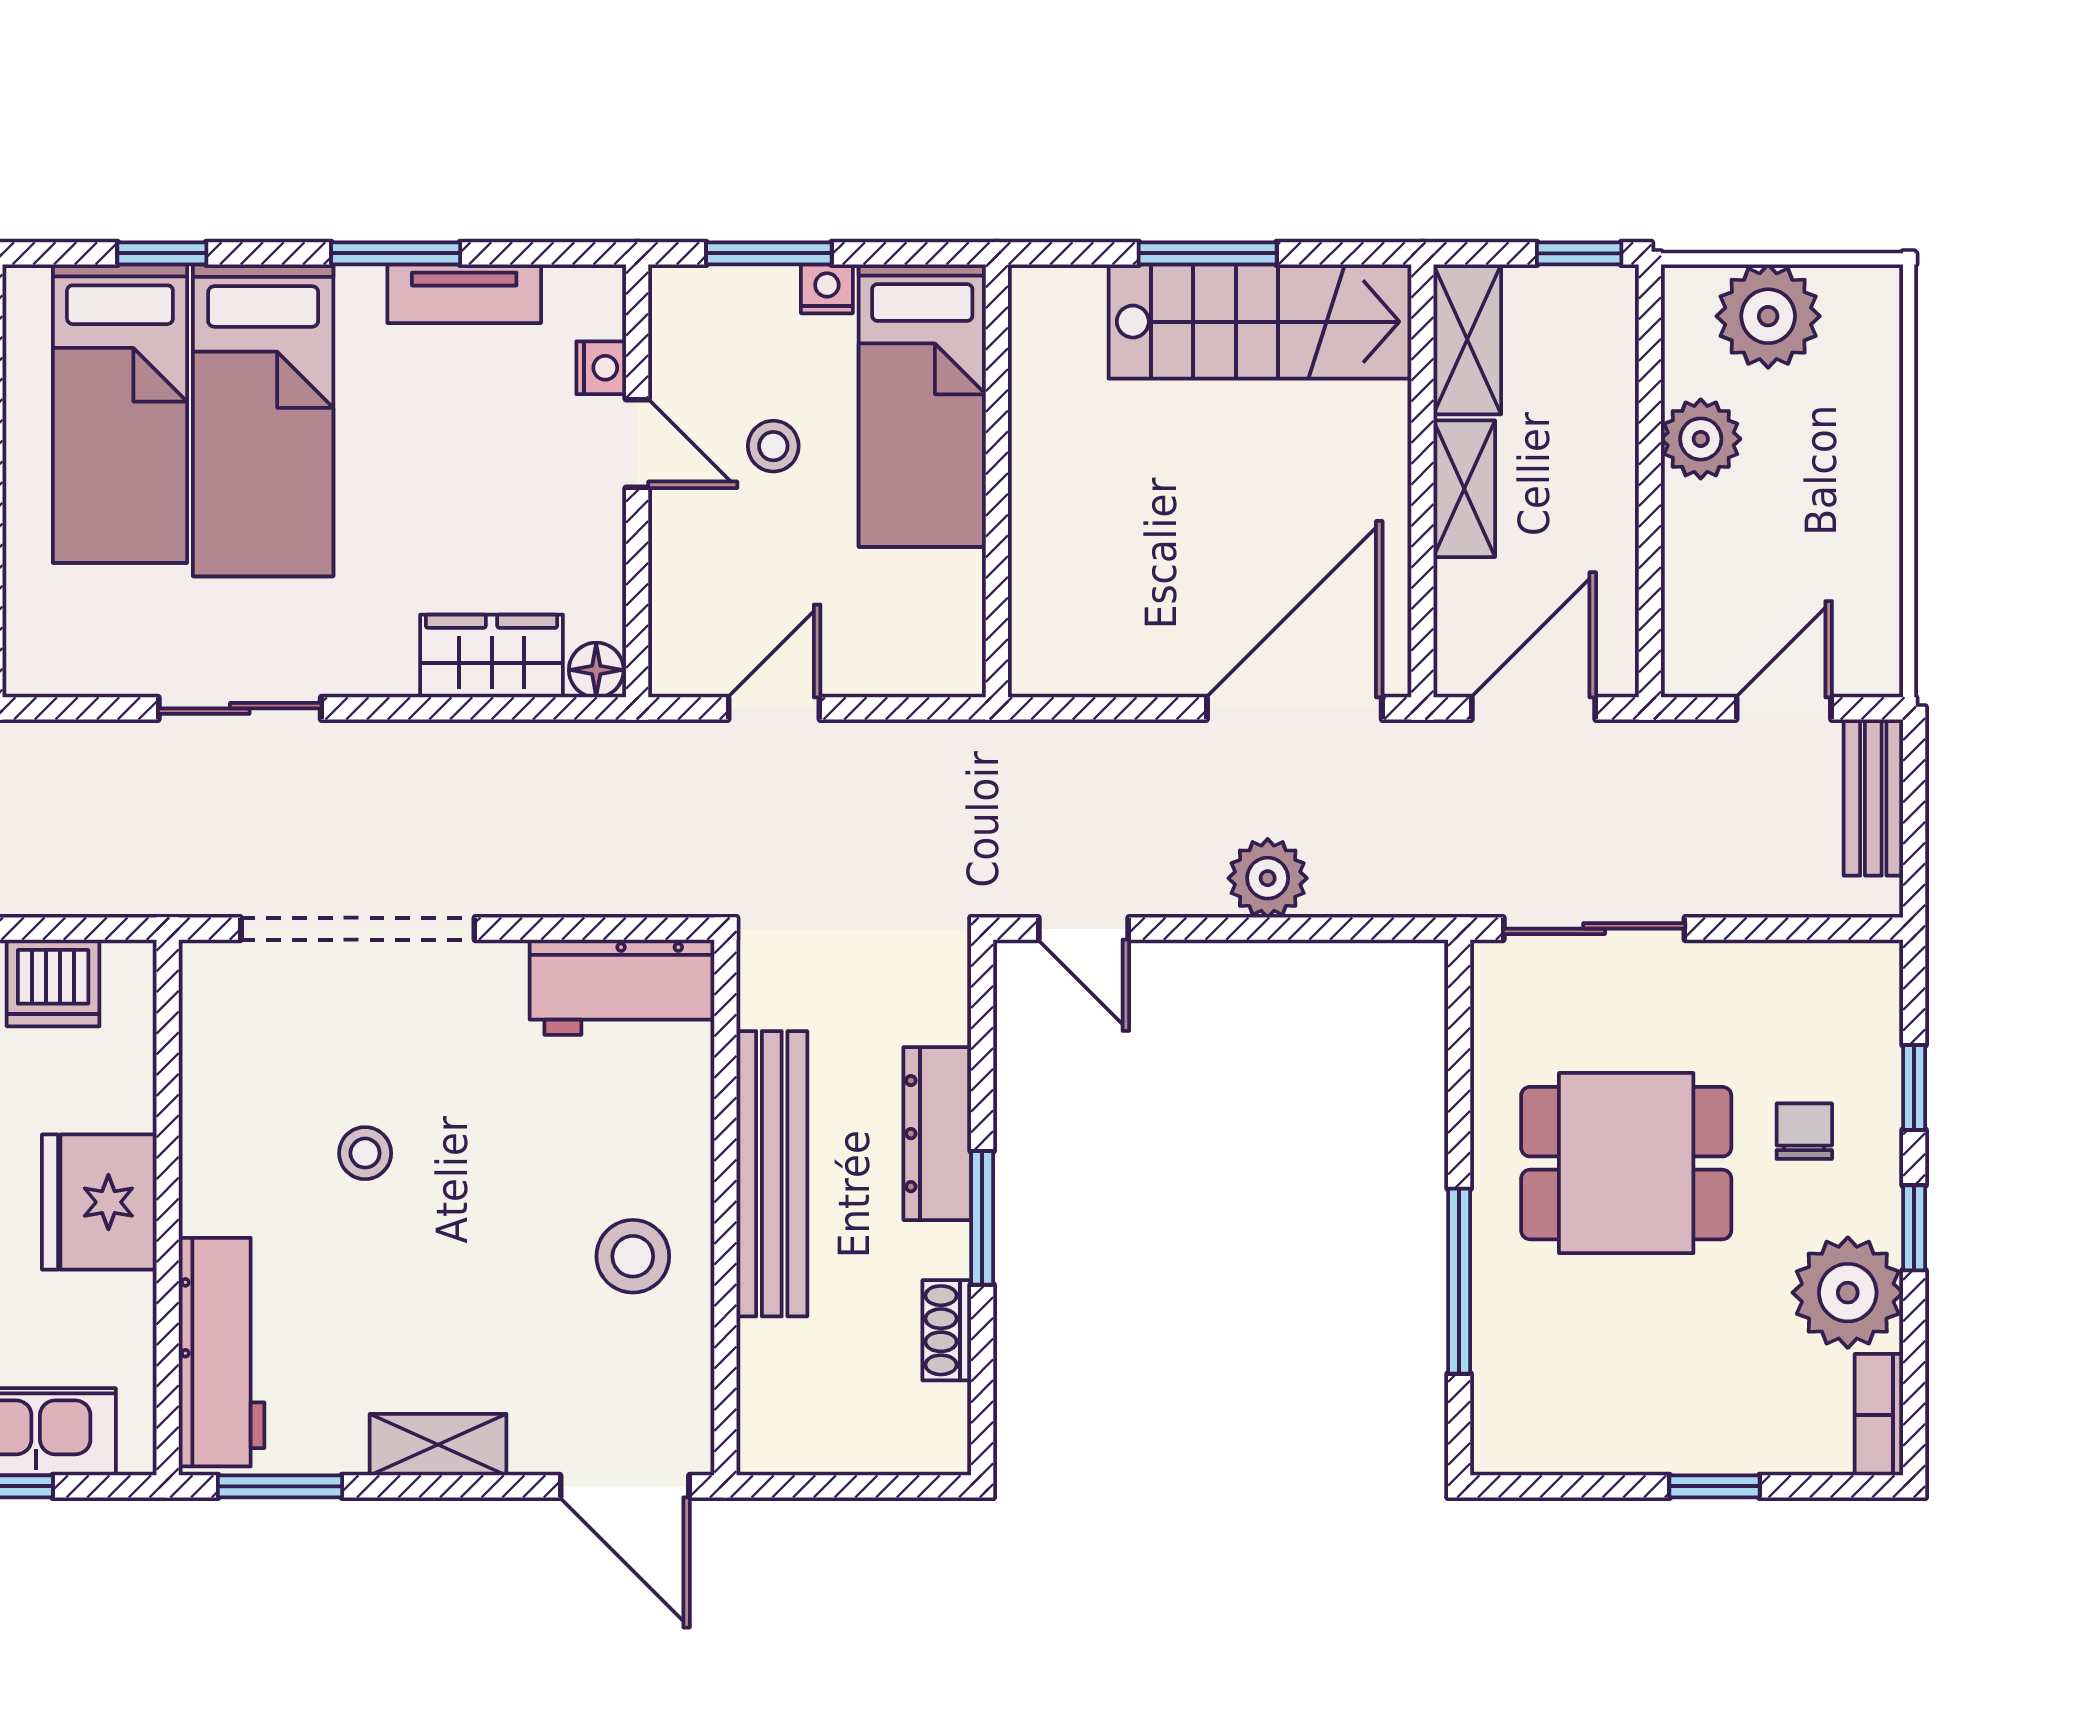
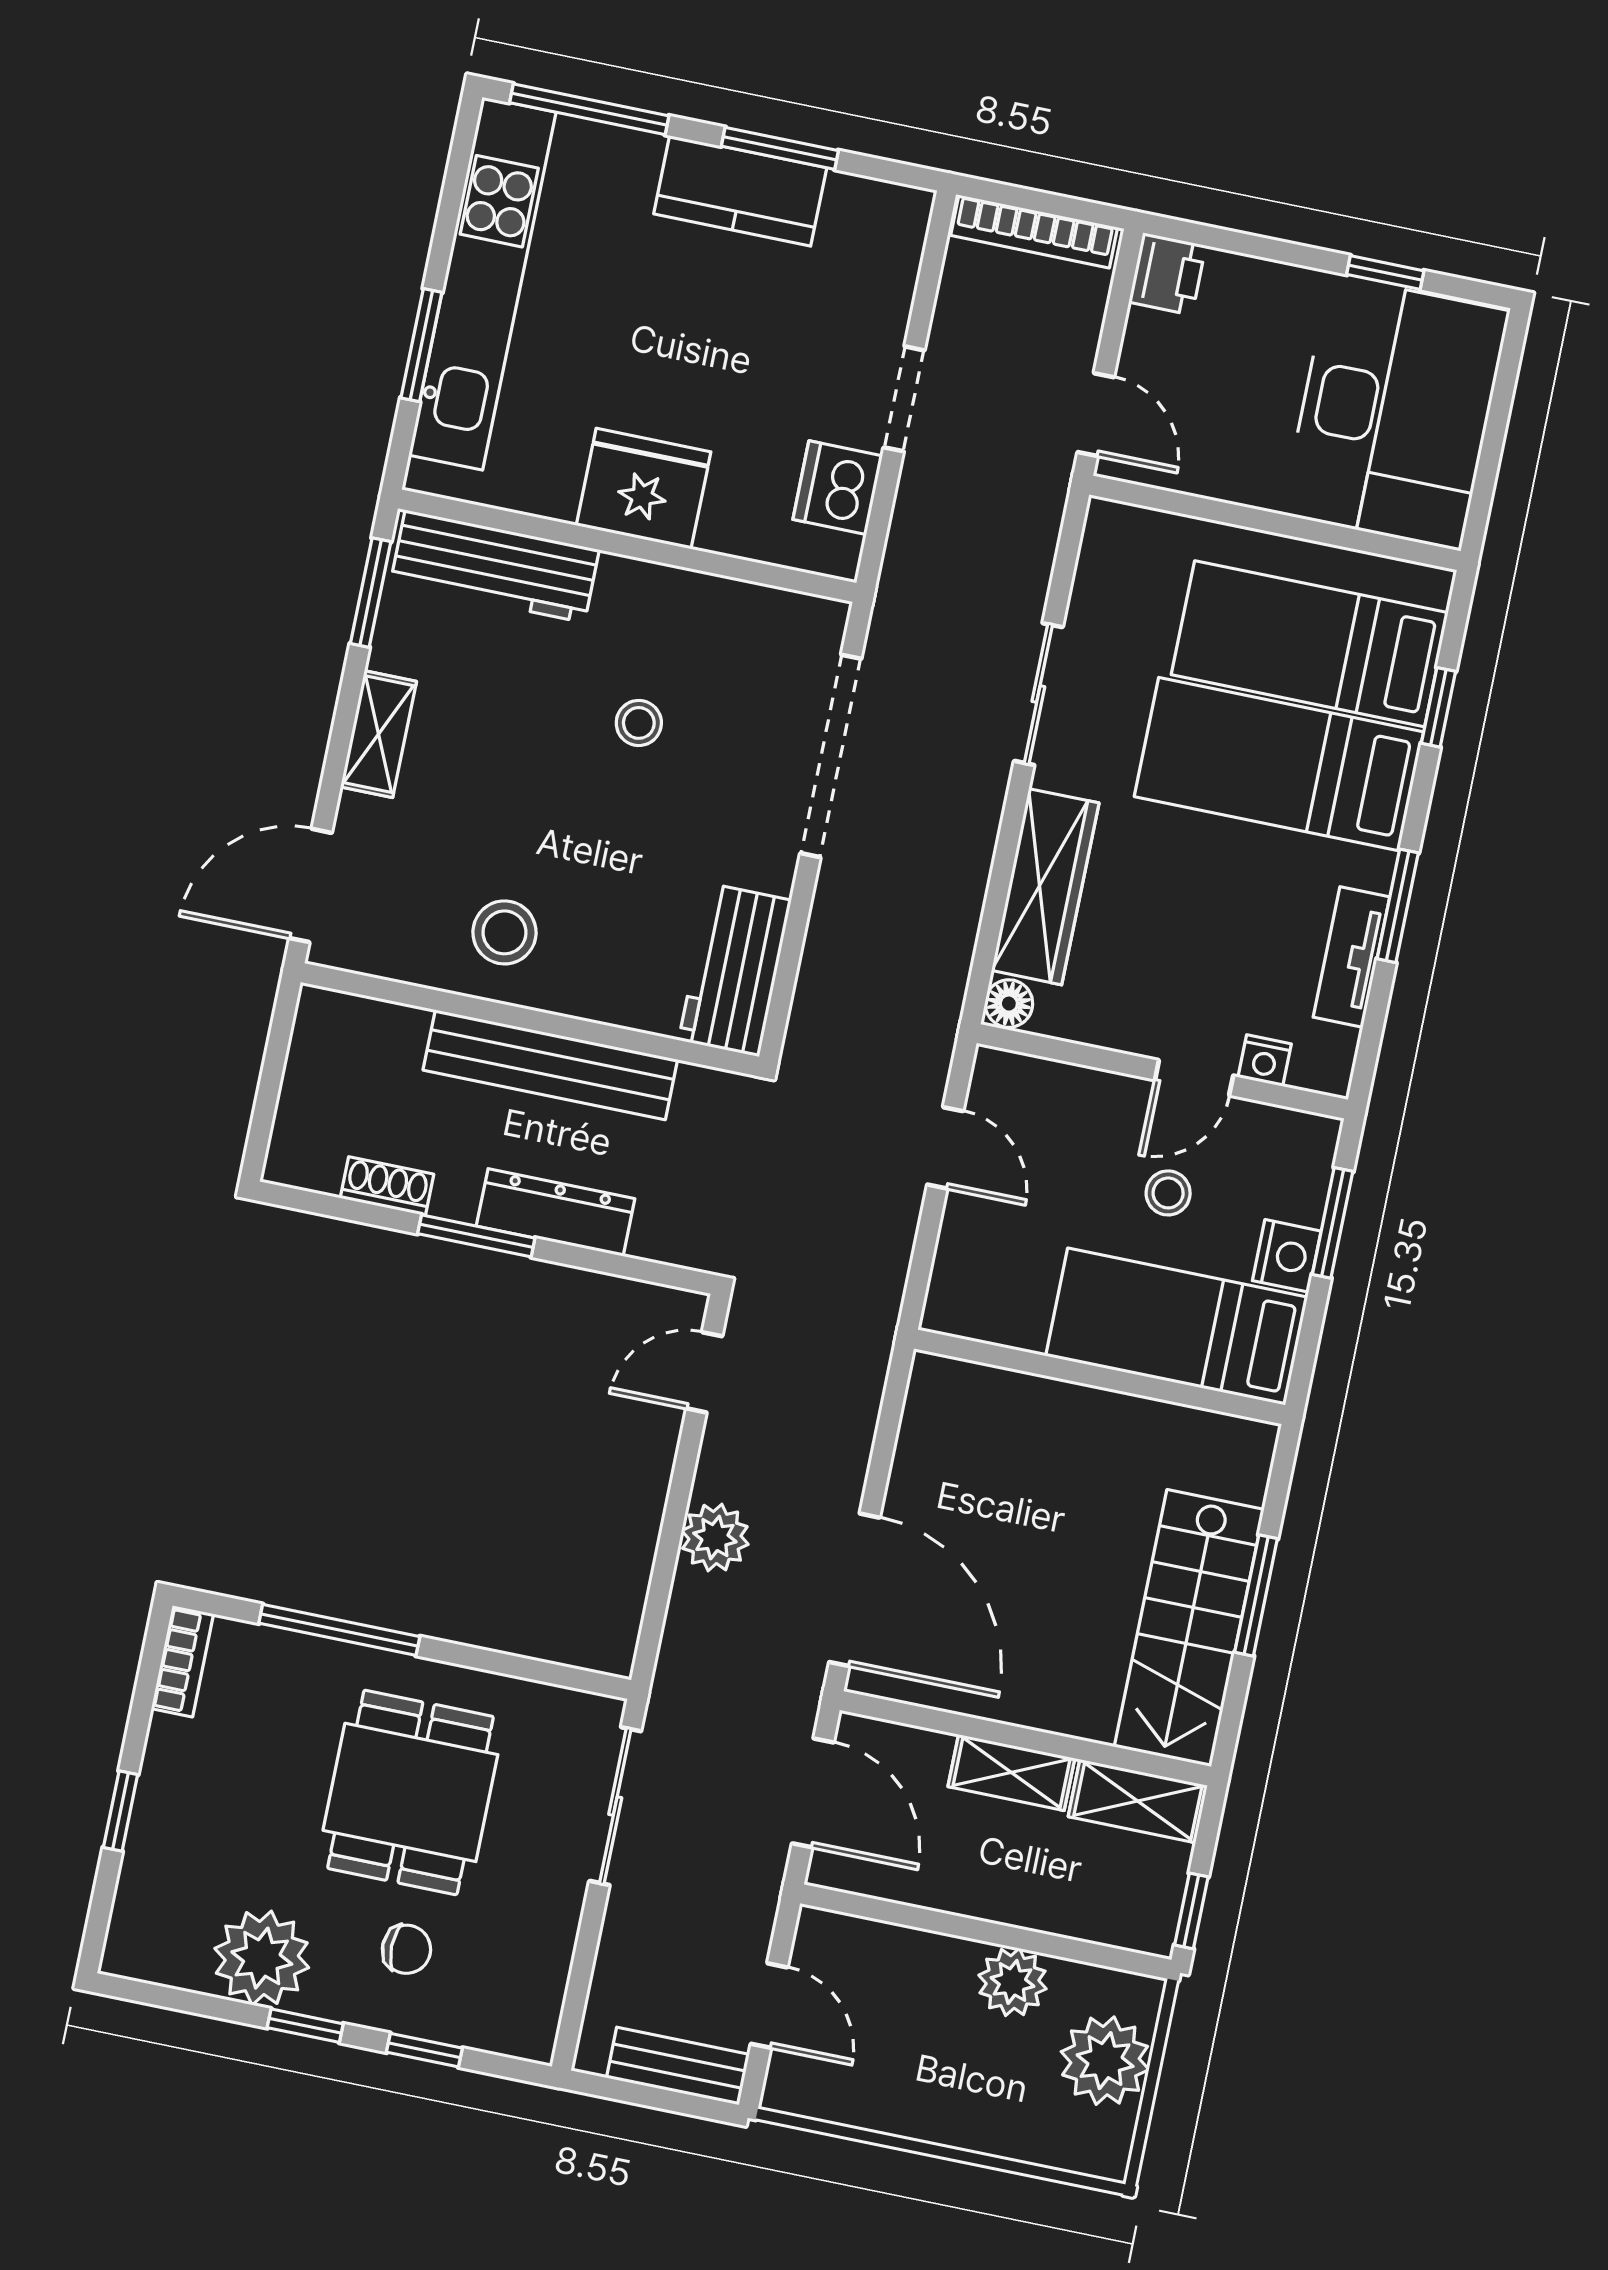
nightstand: (827, 289) -> (1287, 1256), width x1.39, depth x1.35
wardrobe: (492, 656) -> (1045, 887), width x1.50
bookcase: (1879, 1415) -> (182, 1661), moved, turned 90

